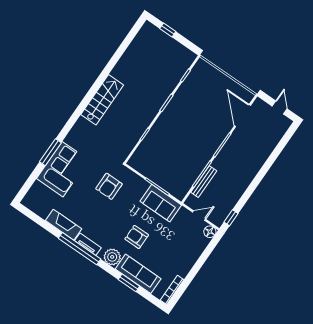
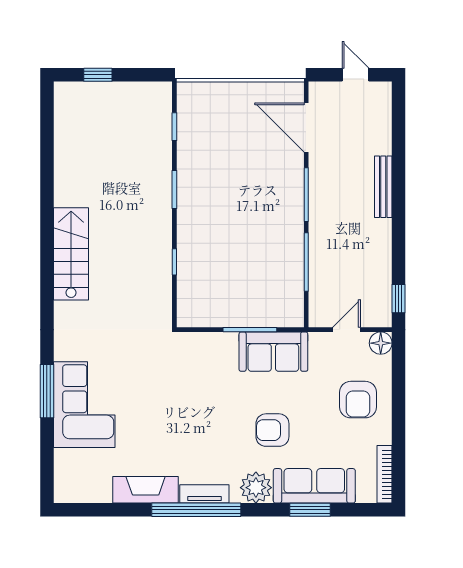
bench: (204, 182) -> (383, 187), moved
armchair: (109, 186) -> (358, 400), moved

